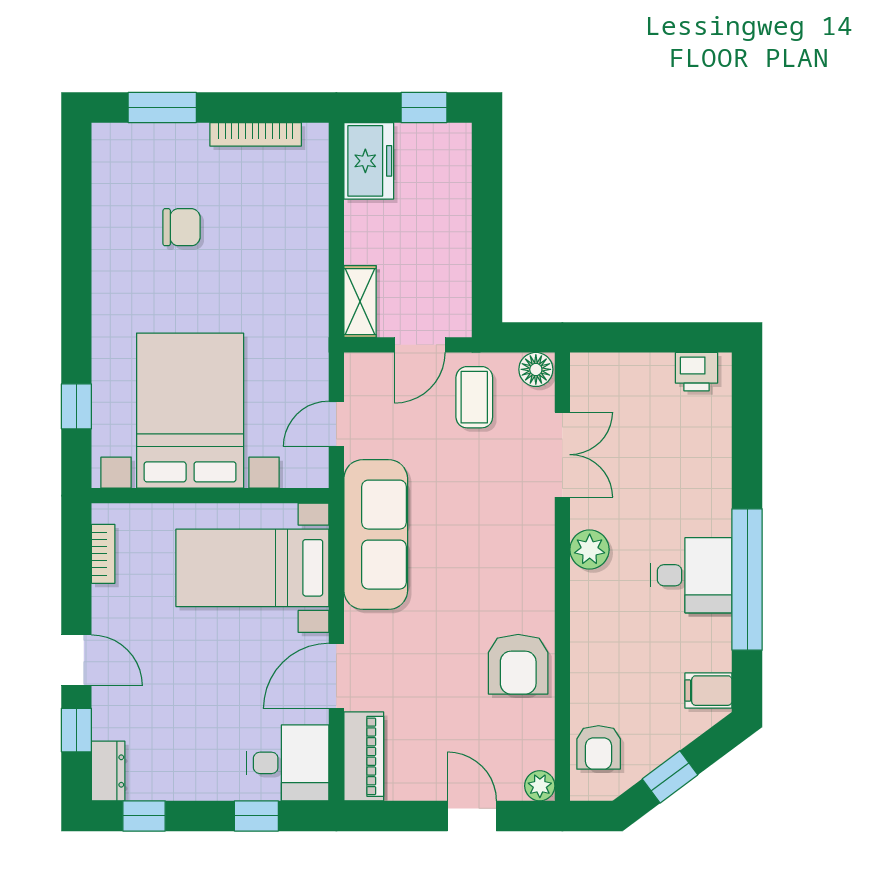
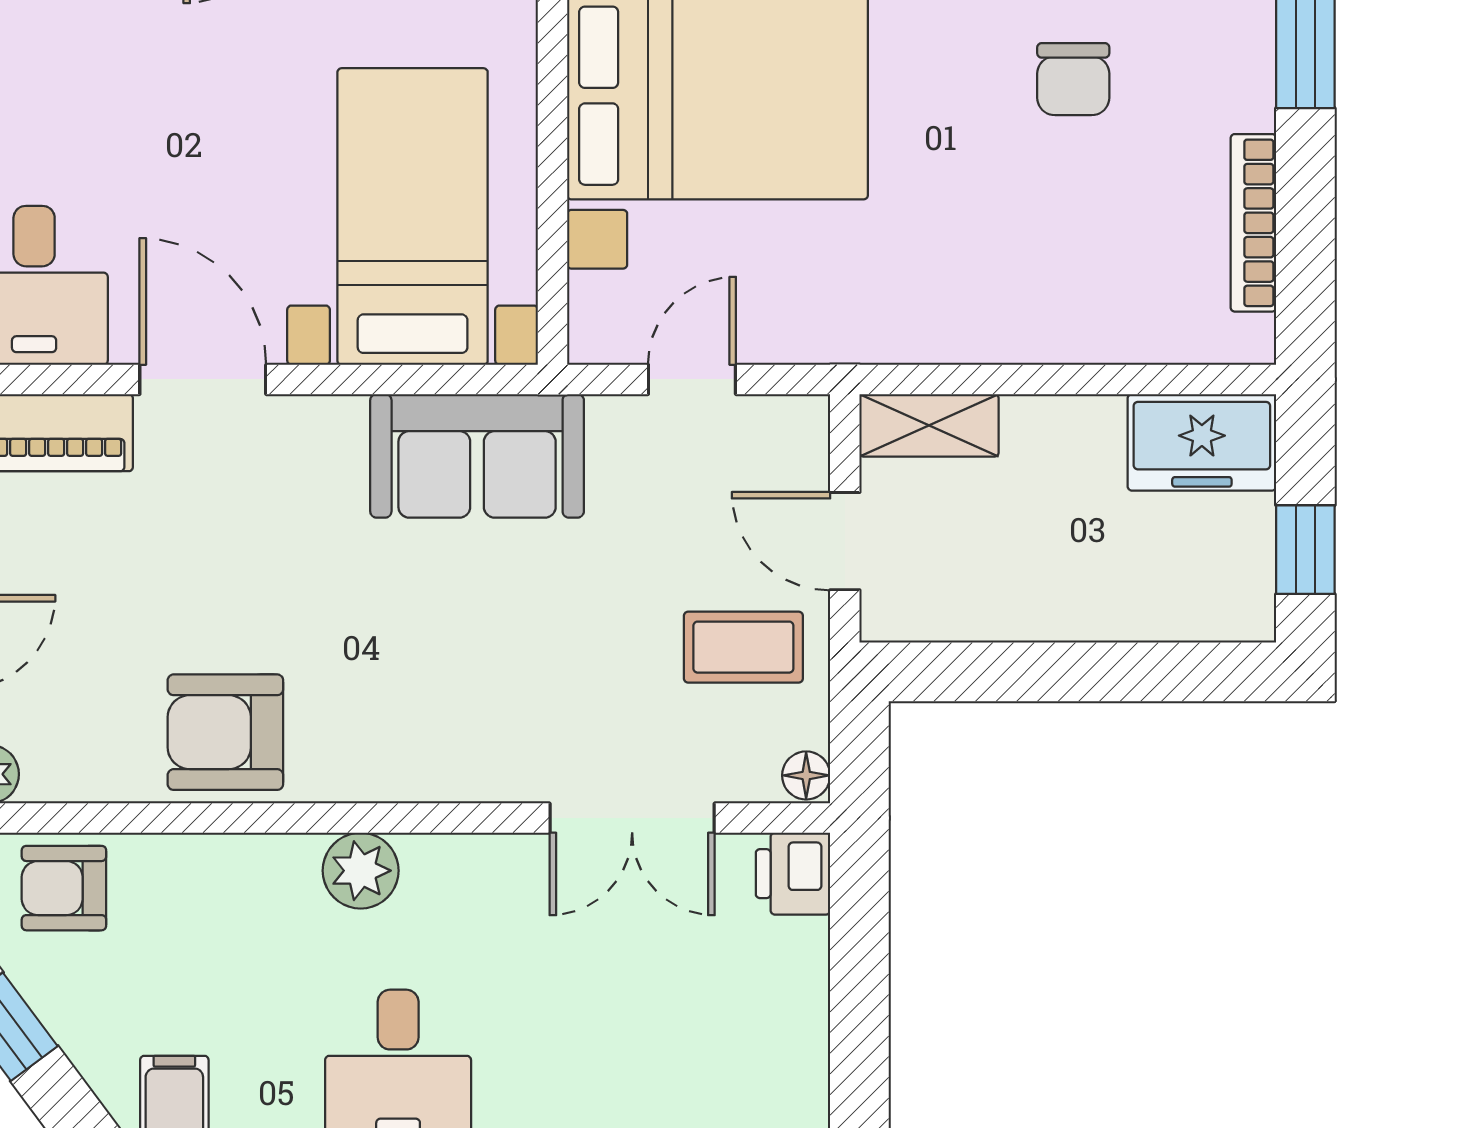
floor lamp: (536, 369) -> (806, 775), width x0.73, depth x0.73
printer: (697, 372) -> (793, 874), moved
door: (336, 424) -> (692, 379), hinge flipped
sofa: (376, 535) -> (477, 456), width x0.73
plant: (590, 550) -> (361, 871), moved

